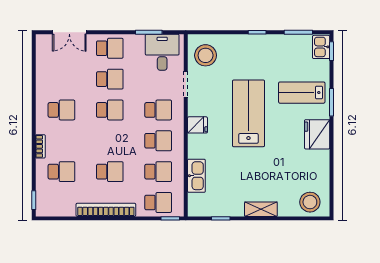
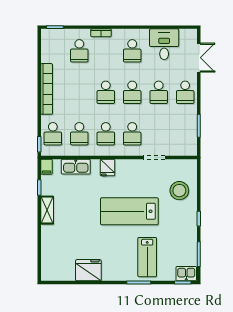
double door: (69, 32) -> (199, 58), swing flipped
desk: (162, 52) -> (164, 44), moved, turned -90
stool: (206, 55) -> (179, 191), moved
lab bench: (302, 93) -> (147, 257), turned 180
lab bench: (248, 113) -> (129, 211), turned 180
fridge: (197, 125) -> (107, 168), moved
fridge: (317, 134) -> (88, 270), moved
school desk: (110, 172) -> (106, 92), moved
stool: (310, 202) -> (53, 264), removed
shelving: (261, 209) -> (47, 210), moved
filing cabinet: (196, 210) -> (46, 167), added

